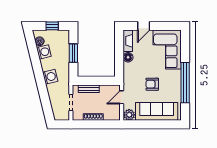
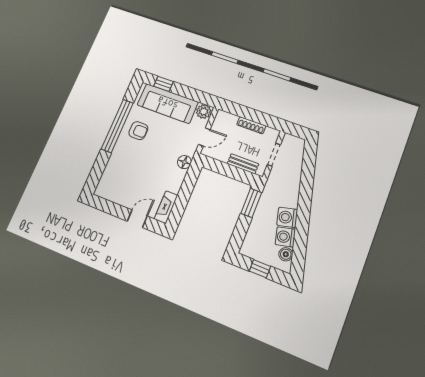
corner sofa: (167, 50) -> (121, 176), removed
window: (73, 53) -> (251, 203), moved
floor lamp: (128, 57) -> (184, 162), moved
washing machine: (50, 77) -> (287, 217), moved
armchair: (152, 84) -> (138, 131), moved
window: (165, 124) -> (163, 84), added

